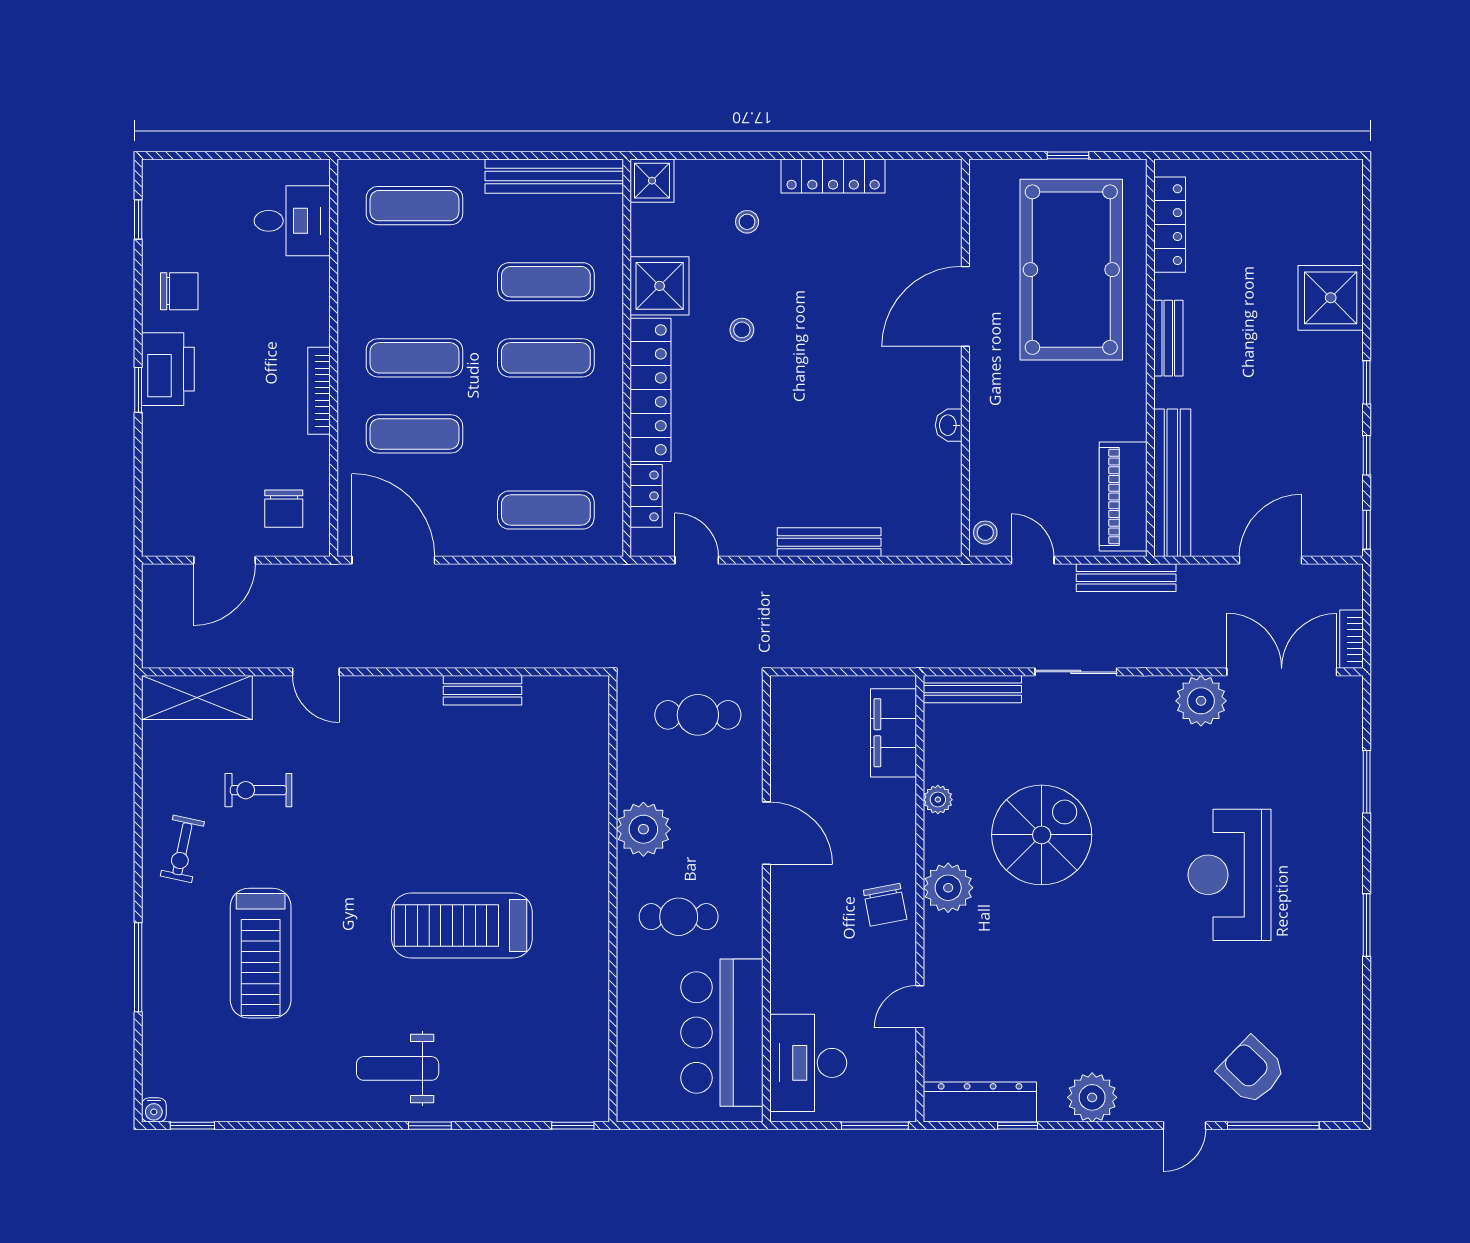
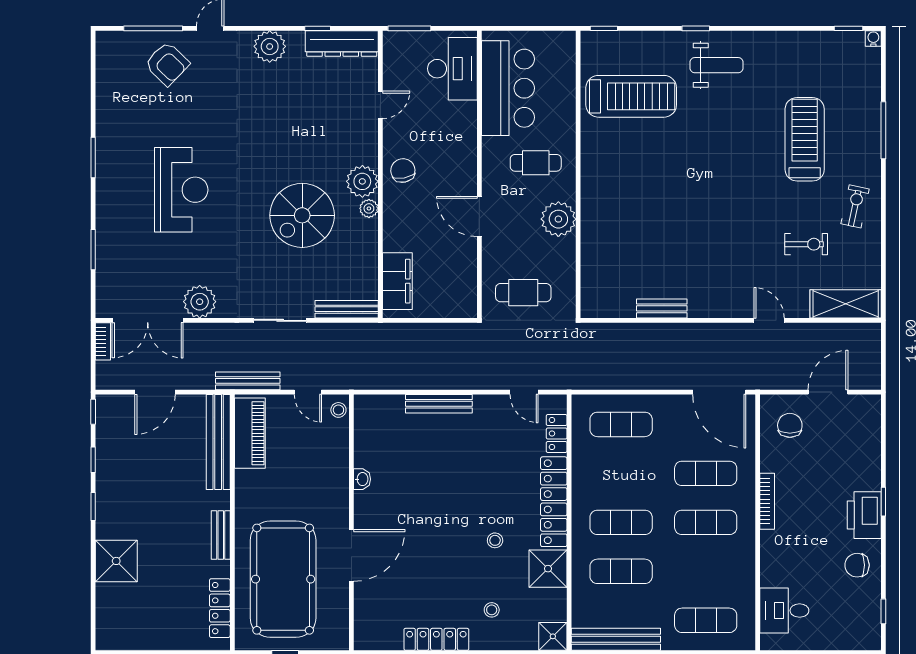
plant: (938, 800) -> (369, 208), moved
treadmill: (462, 926) -> (631, 96), moved

